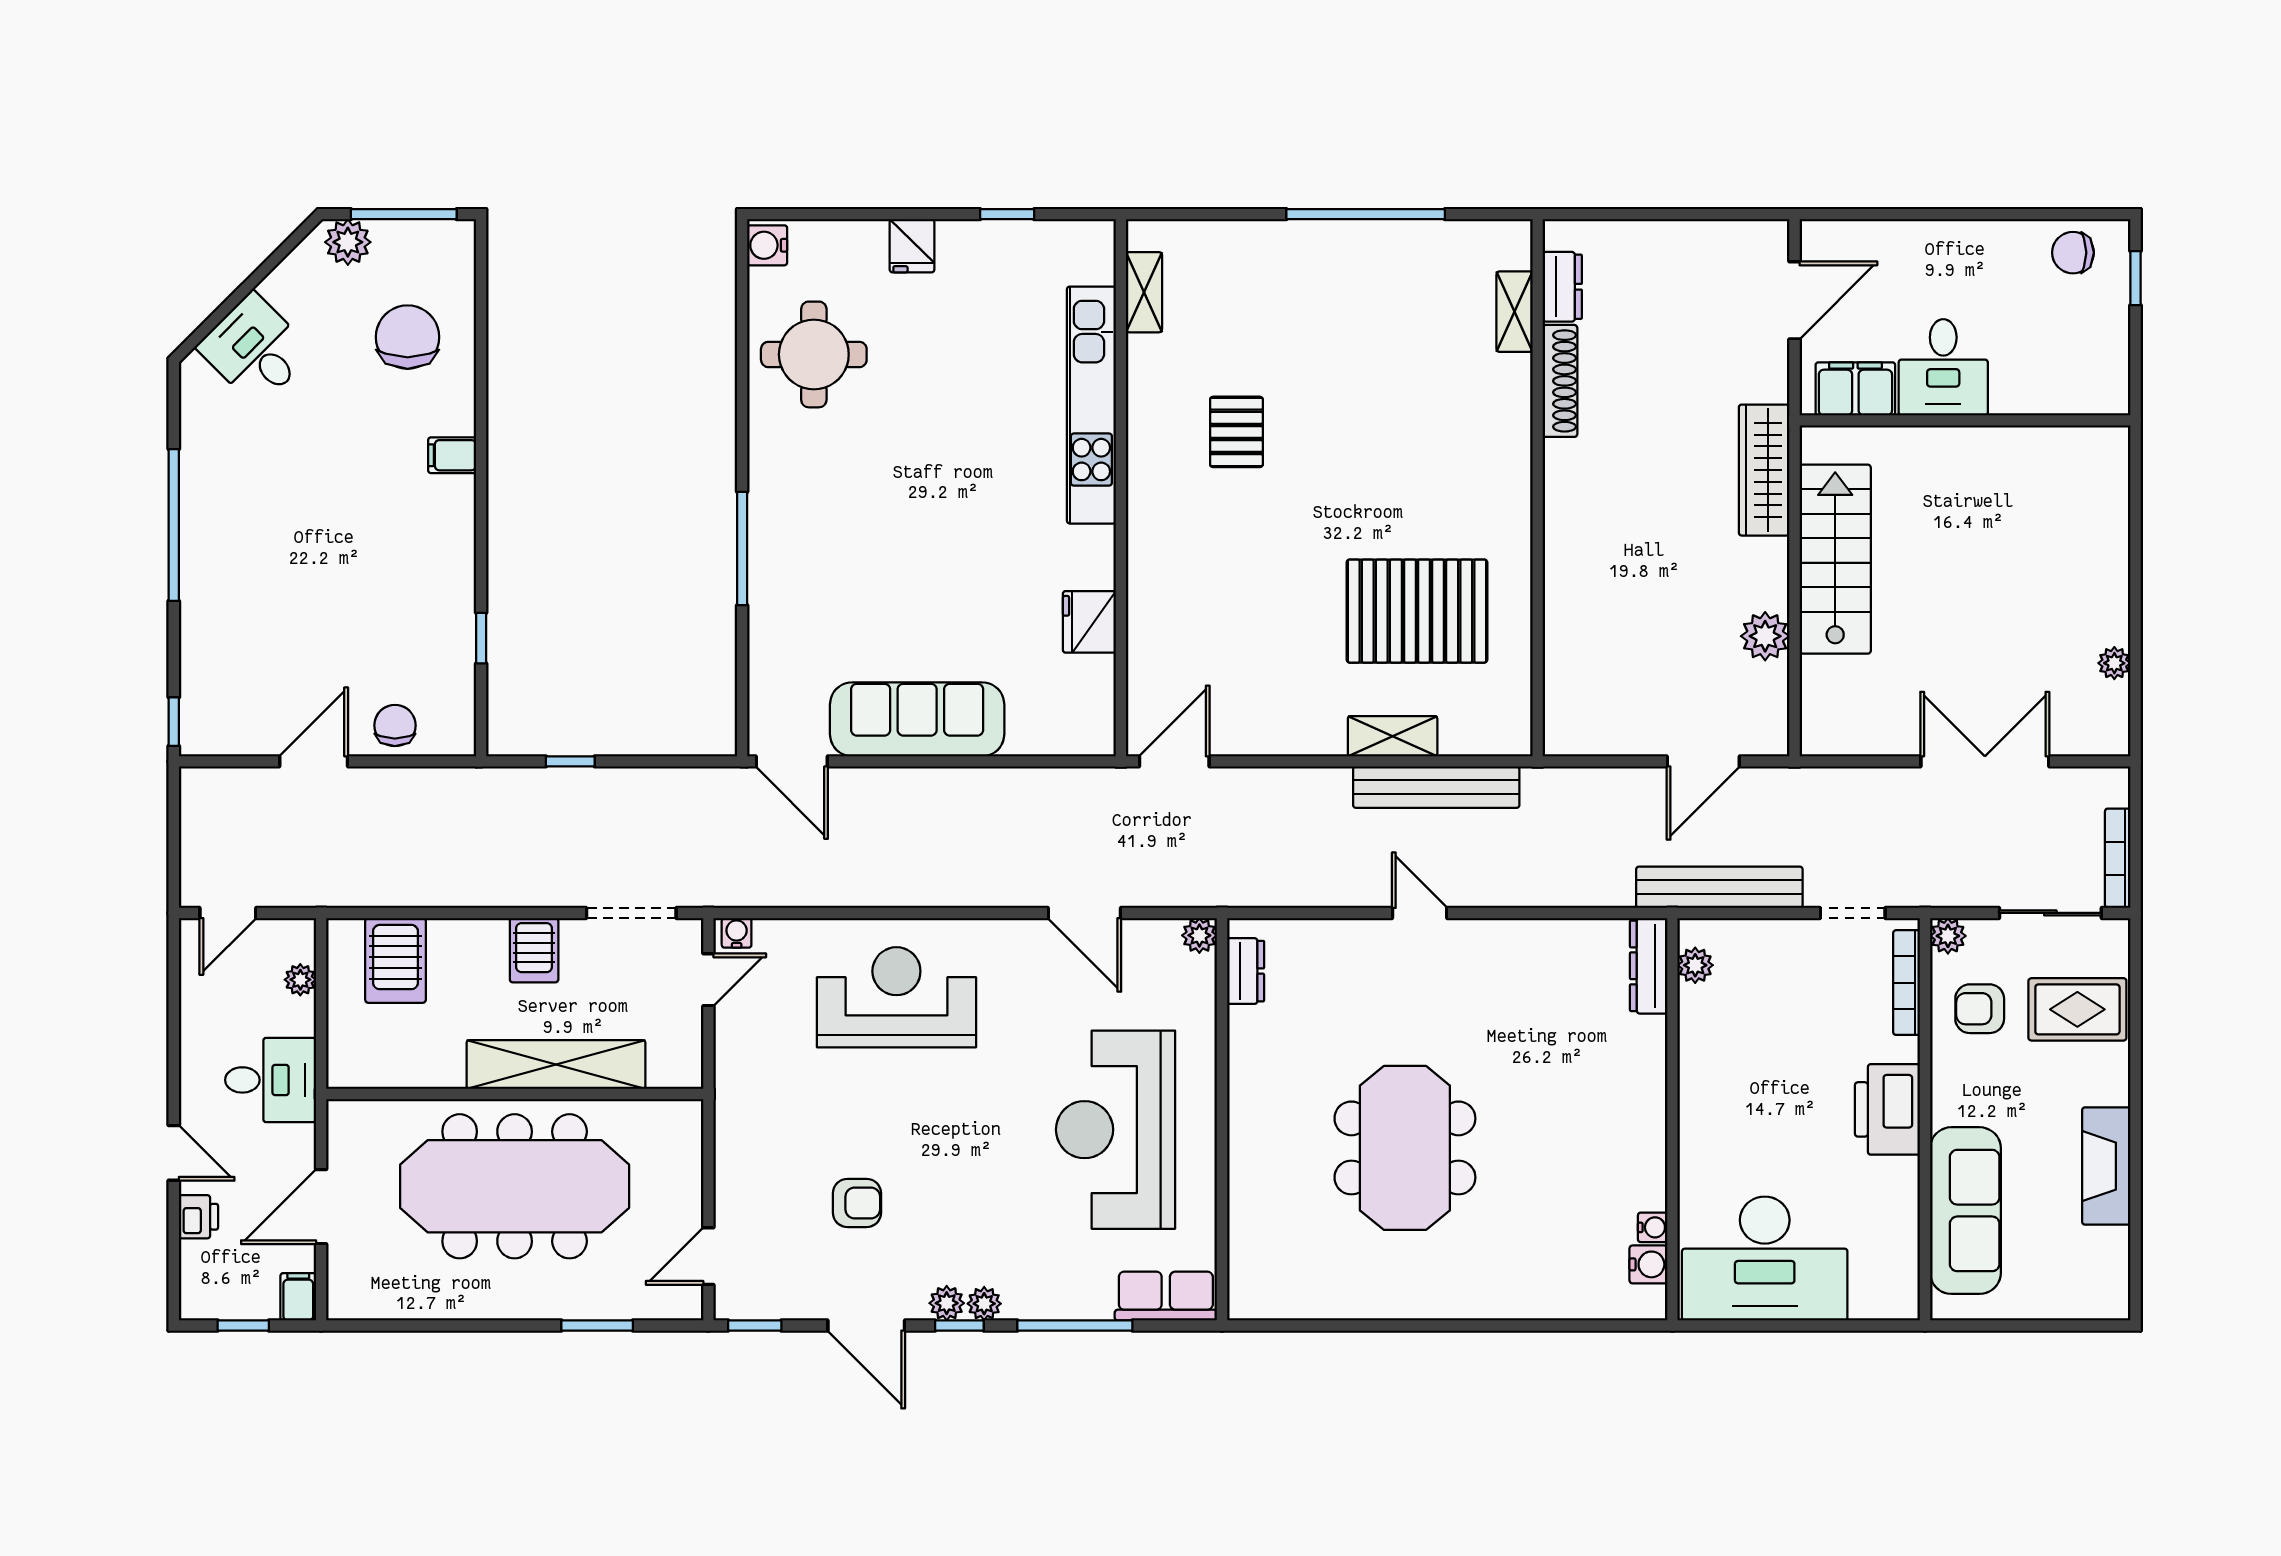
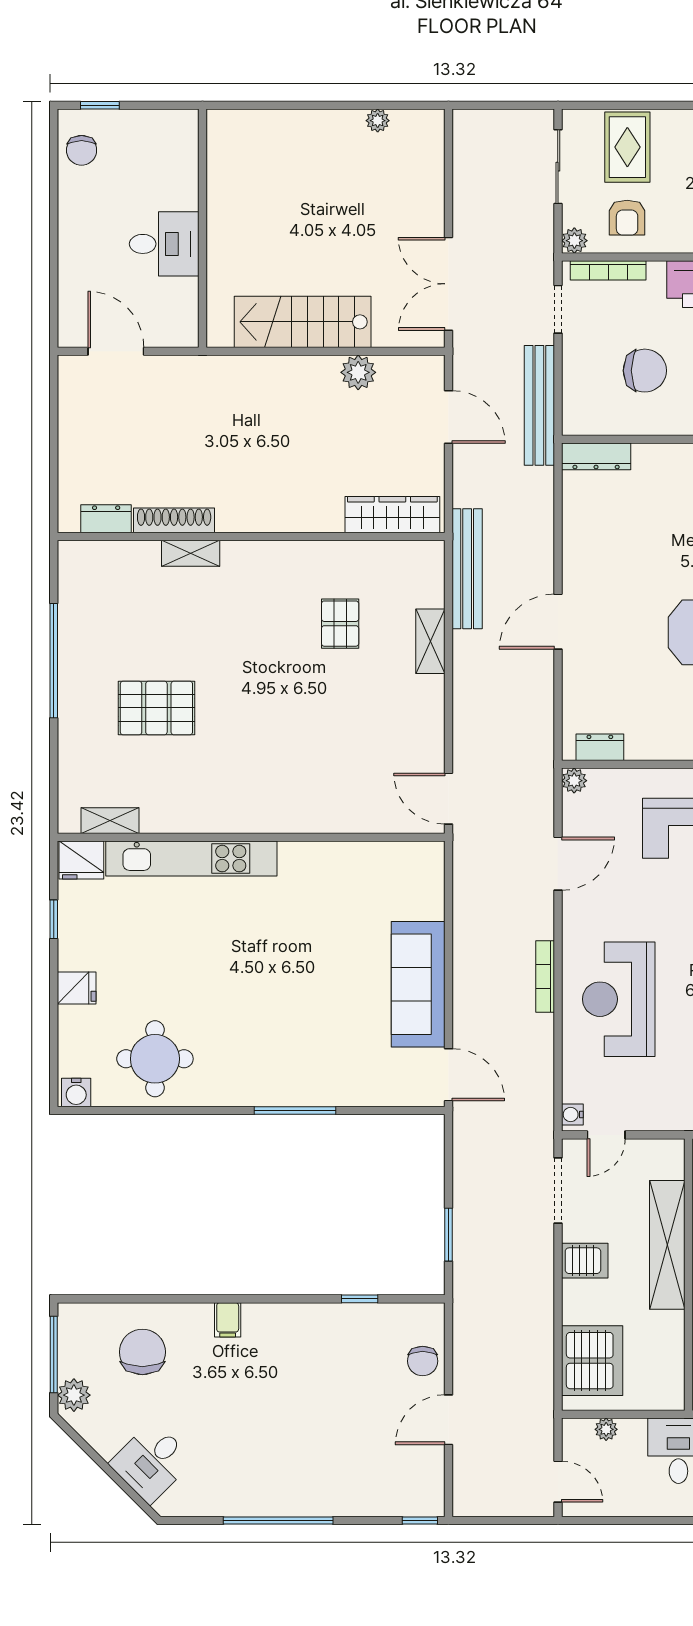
shelving: (1515, 312) -> (191, 553), moved
chair: (408, 337) -> (142, 1352), turned 90
filing cabinet: (1855, 389) -> (180, 307), removed
pallet: (1236, 432) -> (156, 708), moved, width x1.50, depth x1.42
wardrobe: (1764, 470) -> (392, 515), moved, turned 180
pallet: (1417, 611) -> (340, 624), width x0.49, depth x0.50
fridge: (1089, 622) -> (81, 860), moved
chair: (395, 725) -> (423, 1361), turned -90
door: (314, 761) -> (449, 1420), hinge flipped
window: (570, 761) -> (449, 1235), width x1.50
door: (792, 761) -> (449, 1075), hinge flipped
double door: (1985, 761) -> (449, 284), moved
bench: (1436, 787) -> (467, 569), moved
bookcase: (2118, 858) -> (545, 977), moved, turned 90
door: (1420, 913) -> (558, 622), width x1.38
server rack: (396, 960) -> (592, 1361), width x1.60
plant: (1695, 965) -> (596, 423), removed
door: (708, 980) -> (606, 1135), swing flipped
chair: (1768, 1033) -> (645, 371), added

